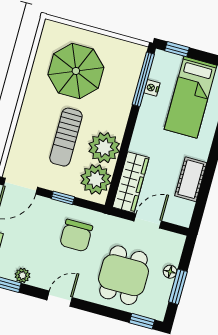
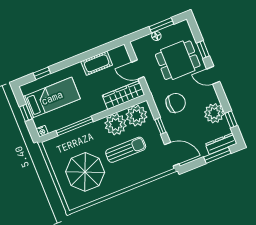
window: (177, 49) -> (26, 113), moved
window: (143, 79) -> (75, 126), moved
nightstand: (152, 88) -> (42, 131), moved
plant: (22, 275) -> (214, 113), width x1.87, depth x1.87
door: (60, 299) -> (213, 75), moved
window: (142, 321) -> (203, 50), moved

